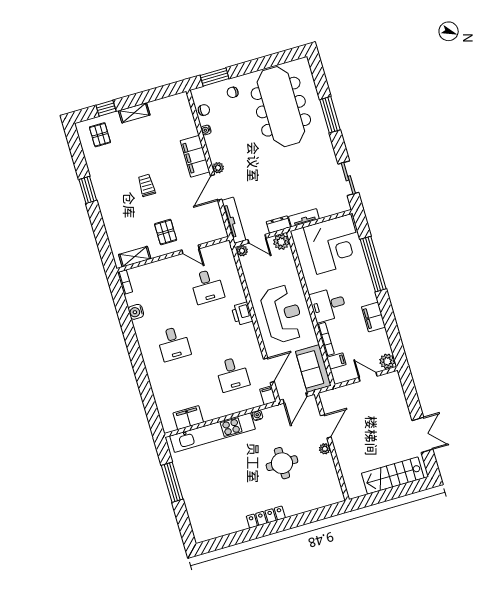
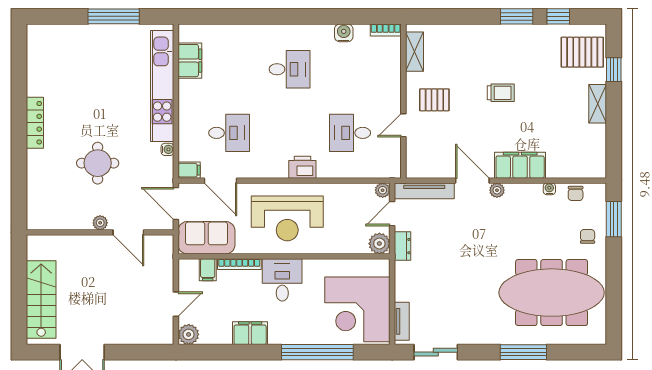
pallet: (100, 135) -> (582, 52), width x1.50, depth x1.42
window: (79, 160) -> (558, 16), added
tv unit: (304, 218) -> (402, 321), moved
desk: (174, 344) -> (290, 69), turned 180
desk: (233, 374) -> (229, 133), turned 180

